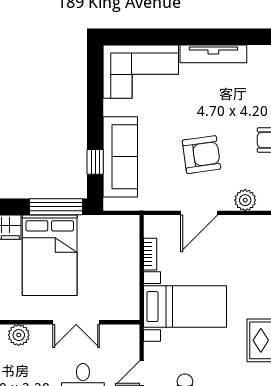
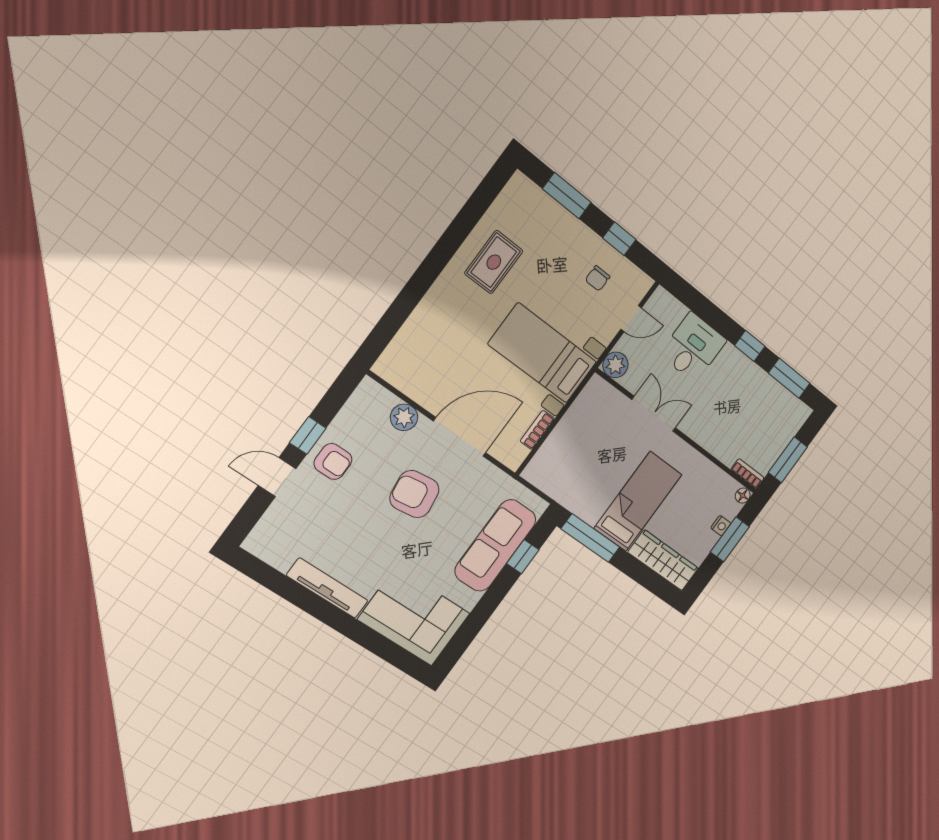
door: (199, 213) -> (460, 437), width x1.36
bed: (50, 255) -> (638, 501), width x0.67
plant: (19, 335) -> (615, 365), moved

